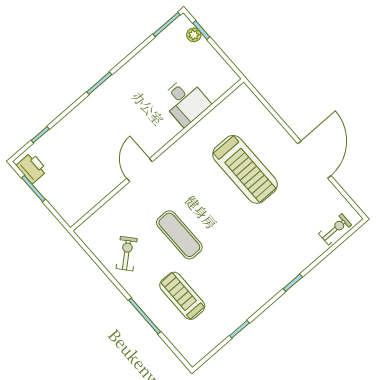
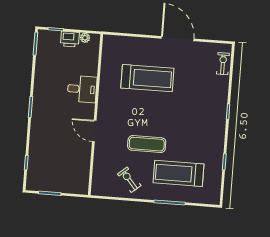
plant: (194, 35) -> (85, 38), moved
desk: (185, 101) -> (82, 89), moved
printer: (32, 168) -> (70, 39), moved, turned 180
treadmill: (182, 296) -> (179, 173), width x1.37, depth x1.38

